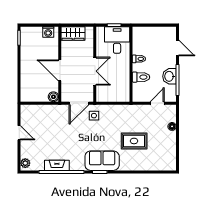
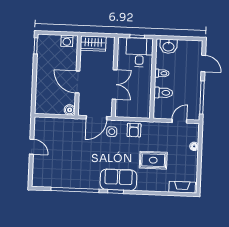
washbasin: (169, 76) -> (169, 46), moved, turned -90
armchair: (115, 113) -> (134, 130), added
plant: (25, 163) -> (37, 179), removed
fireplace: (57, 165) -> (182, 187), moved

